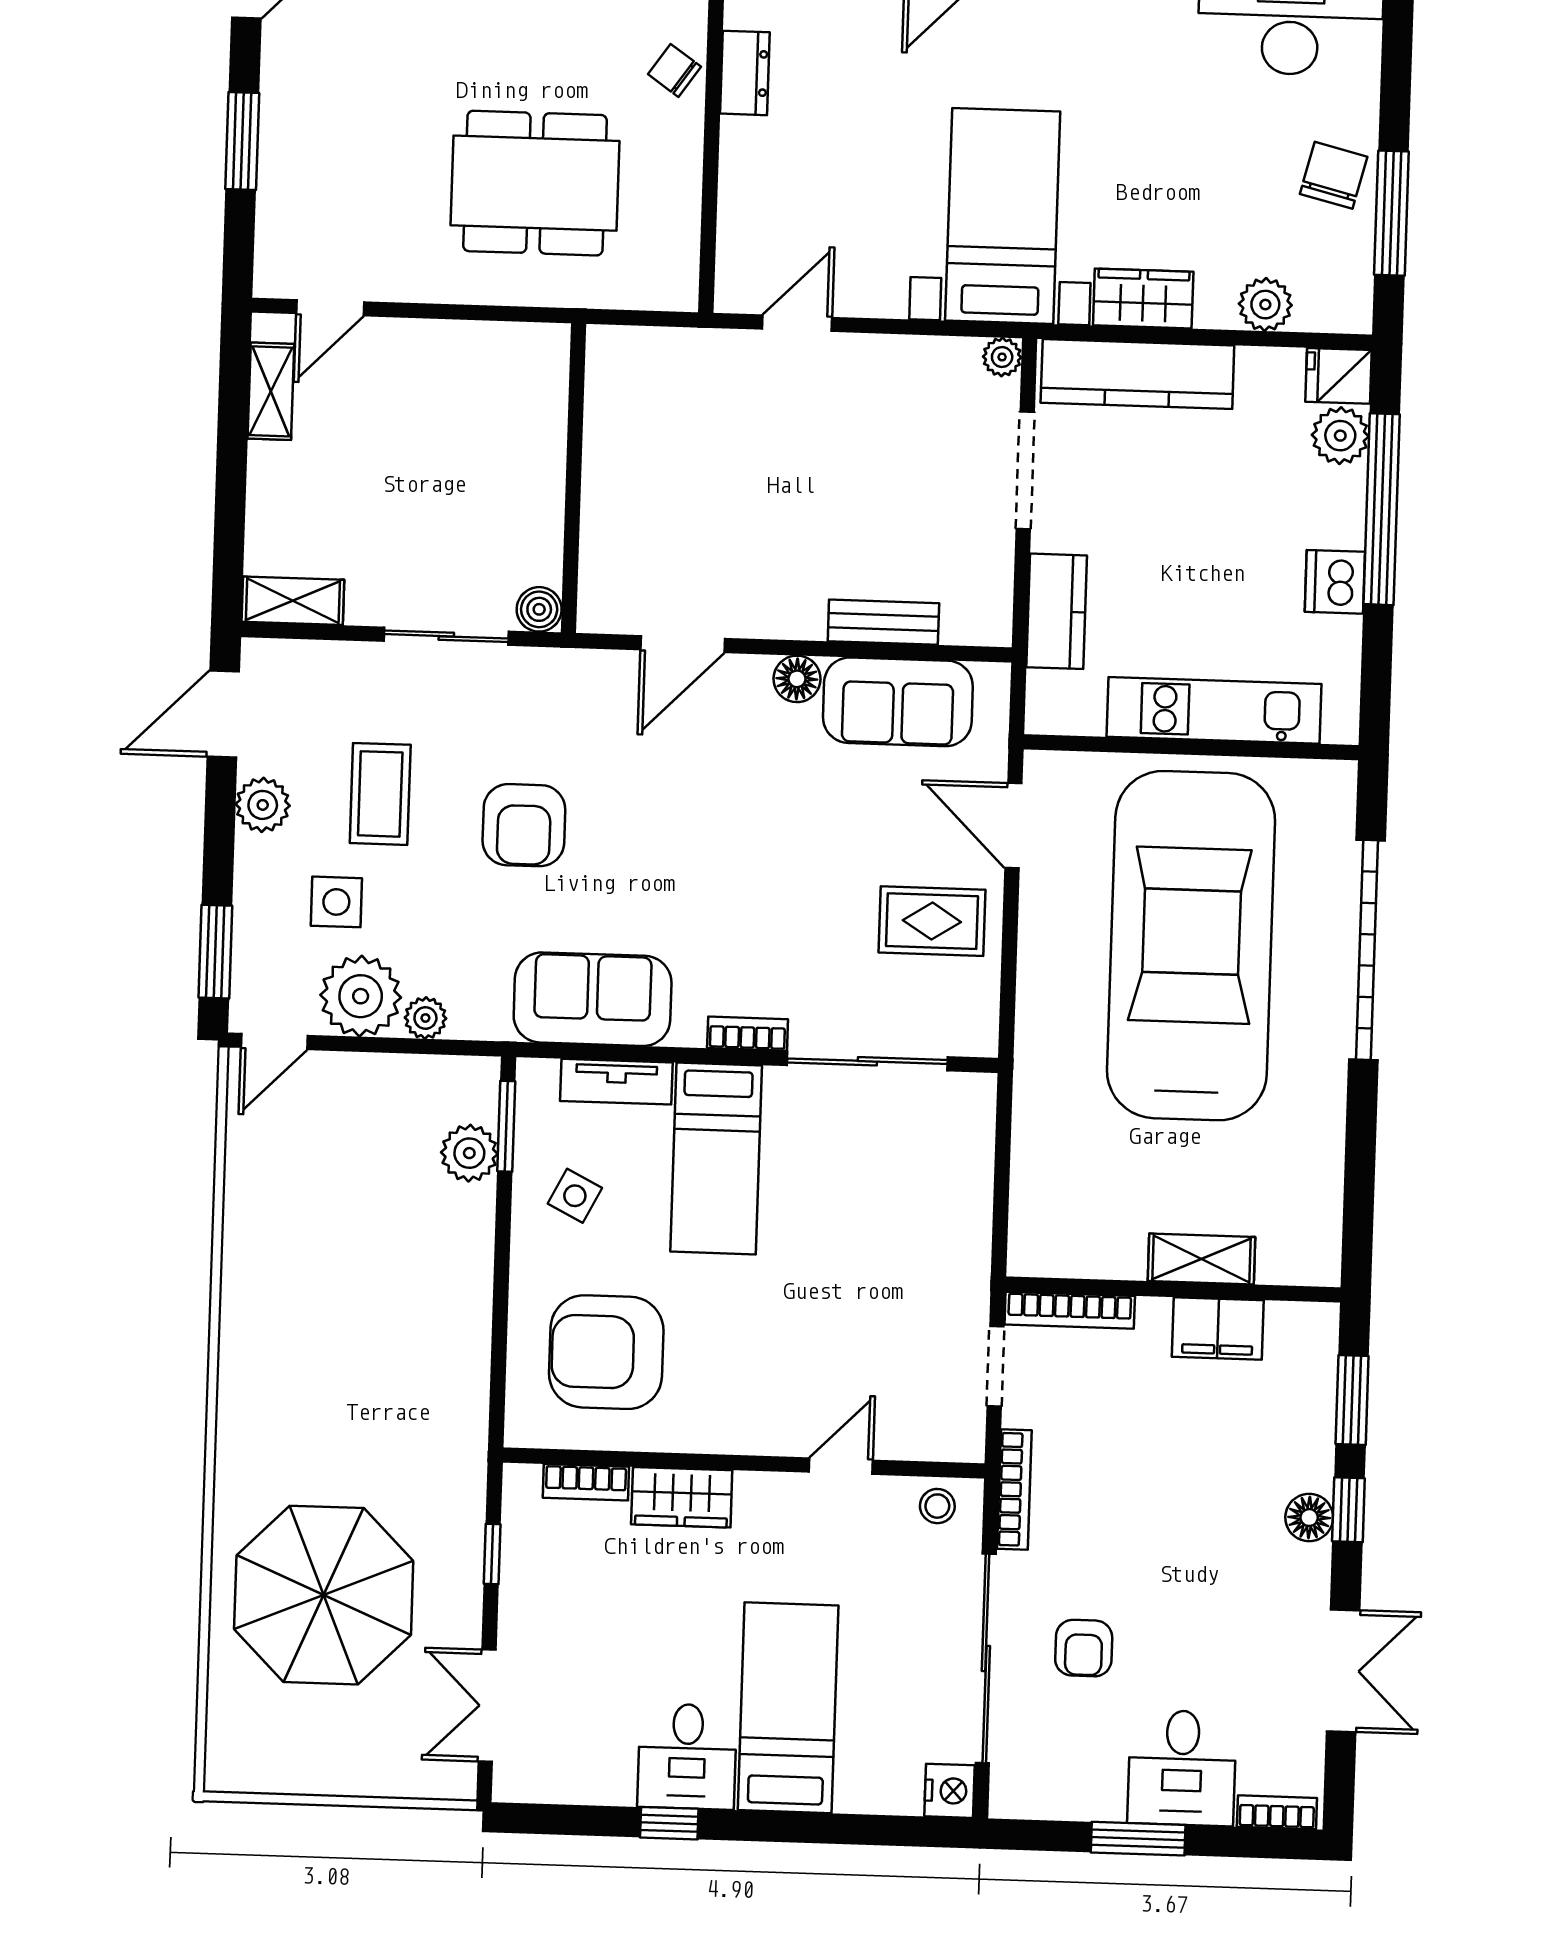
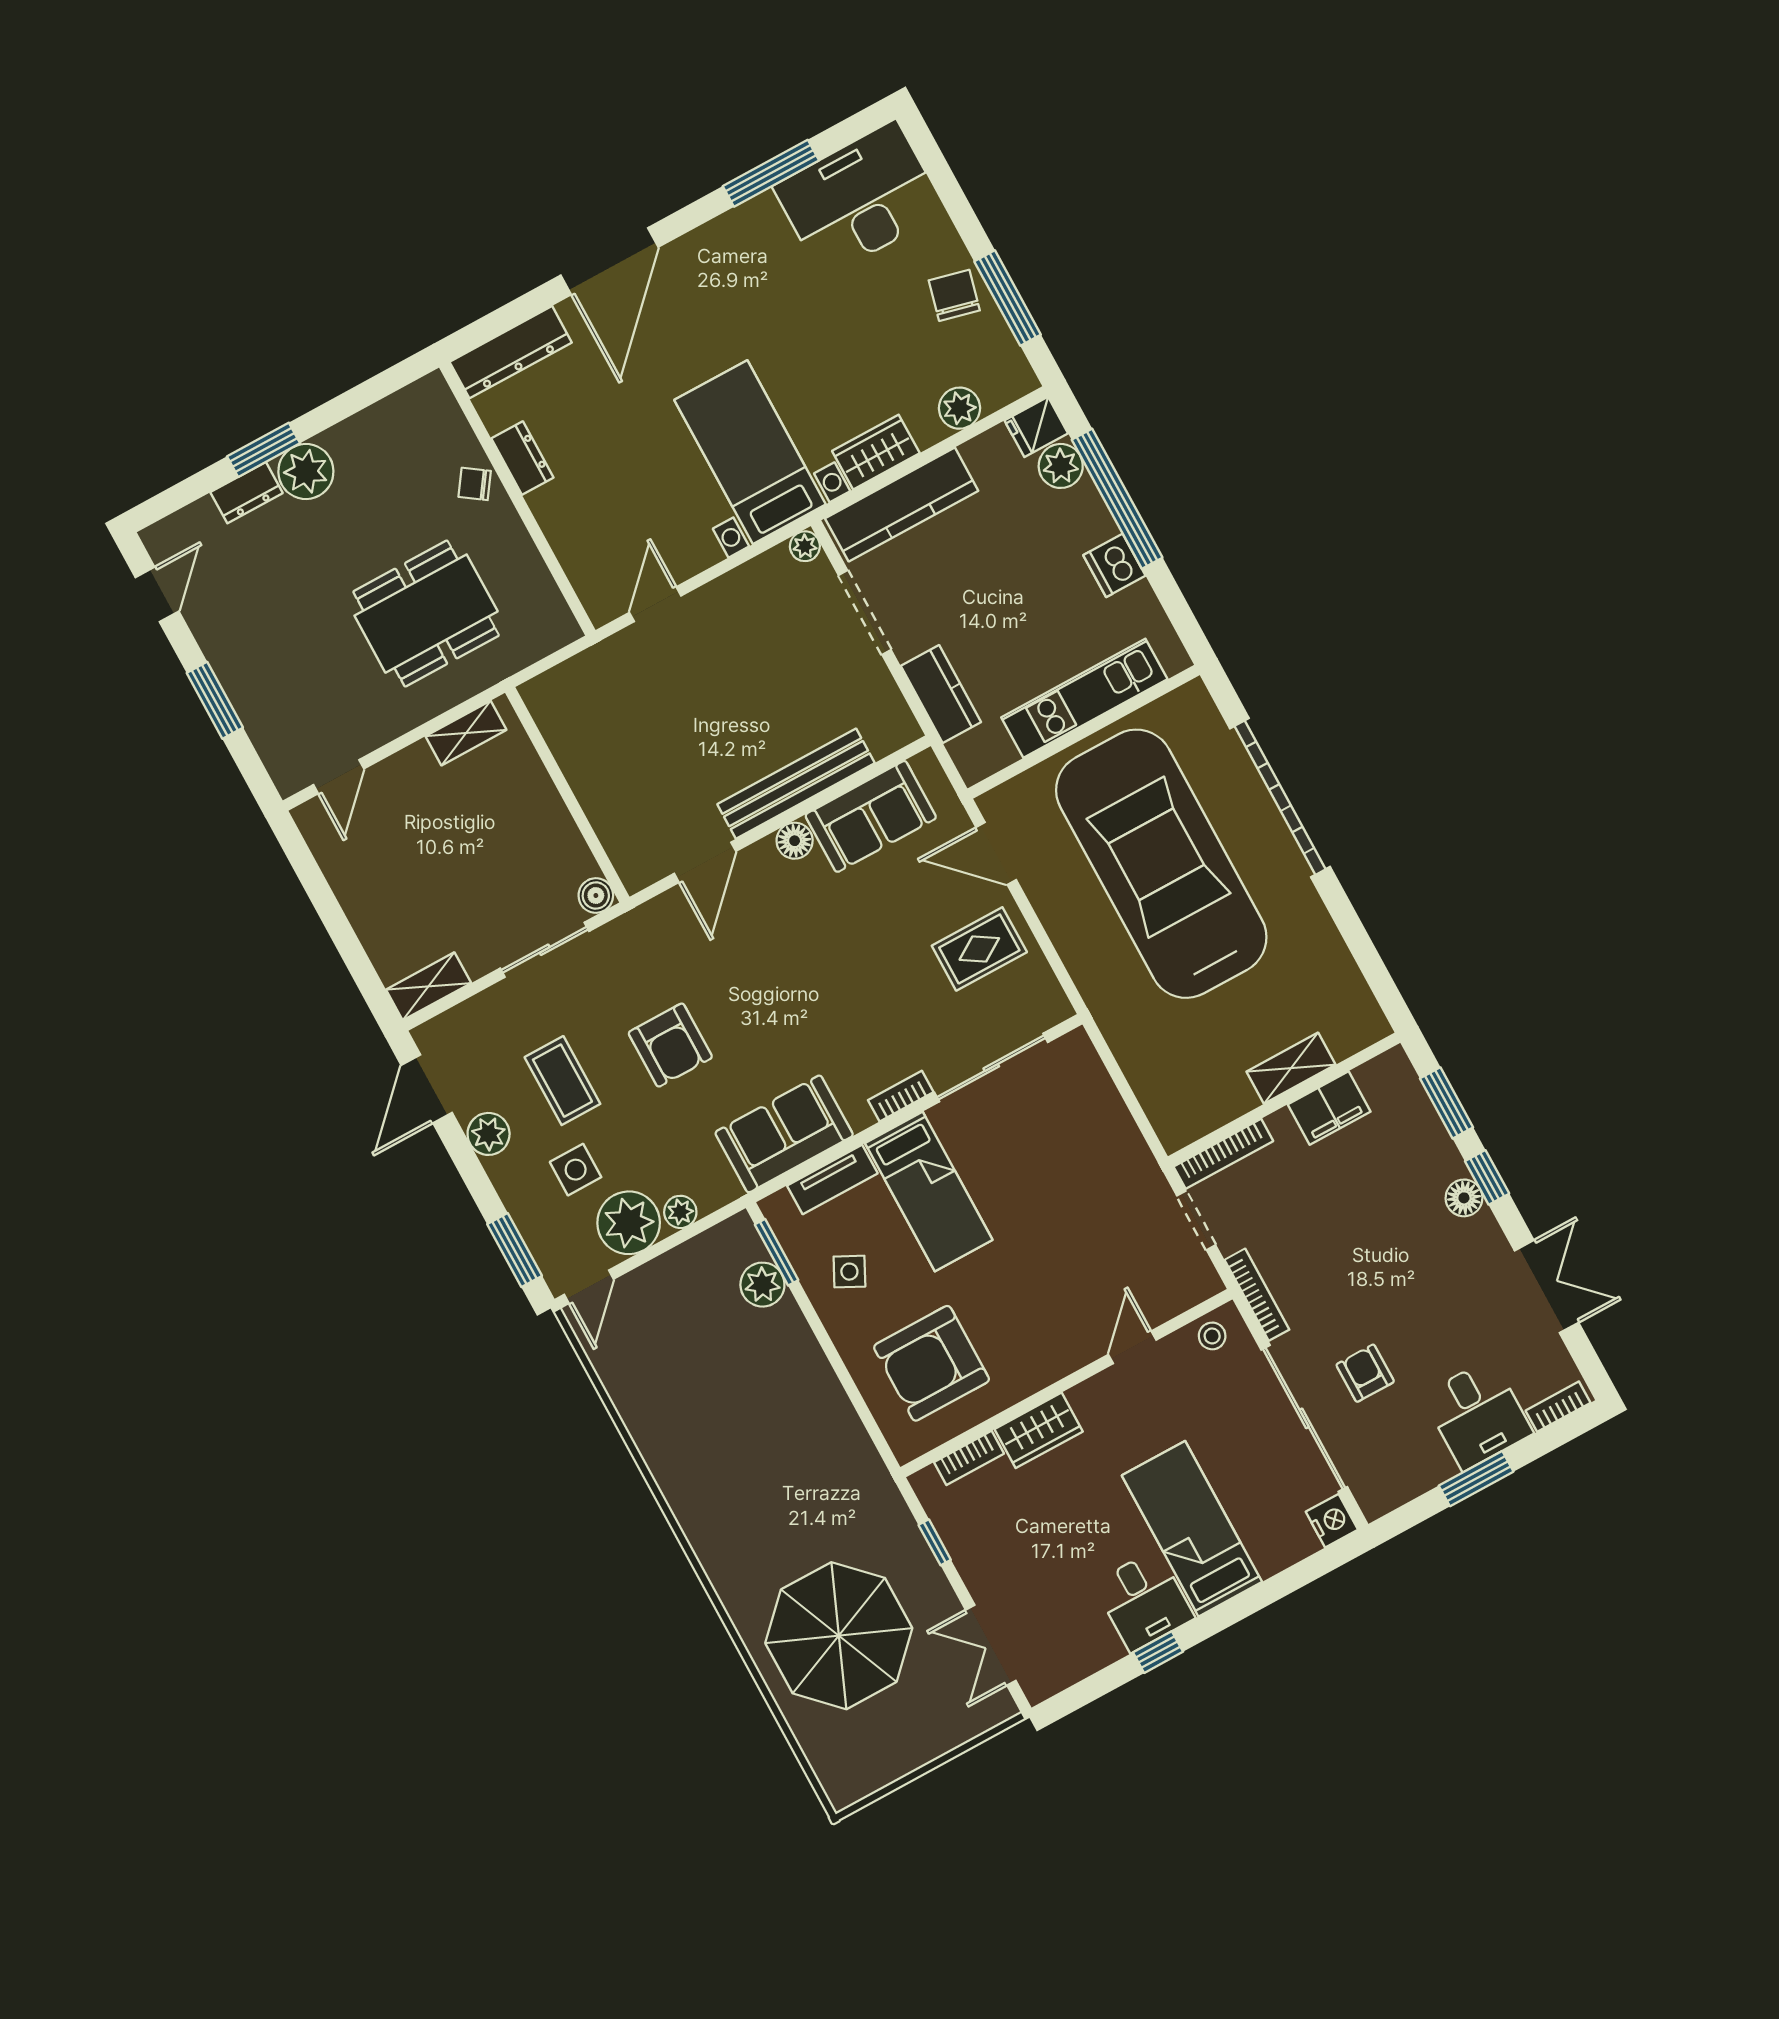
shelving: (271, 391) -> (466, 733), moved, turned 90
bench: (883, 622) -> (796, 784), width x1.86, depth x1.21
armchair: (1084, 1648) -> (1365, 1373), turned 180

